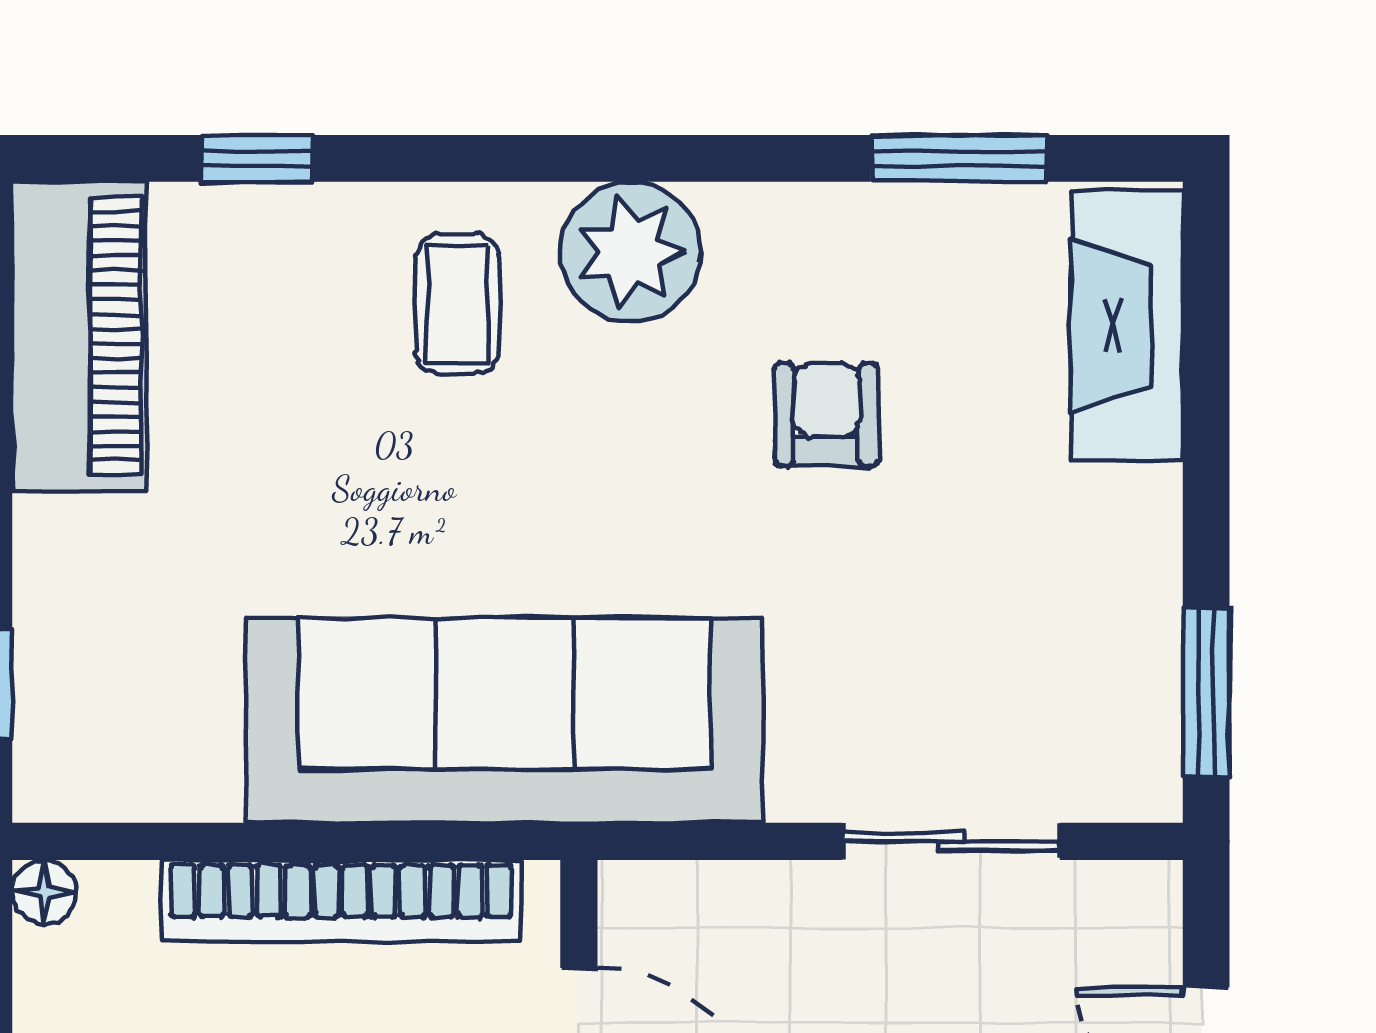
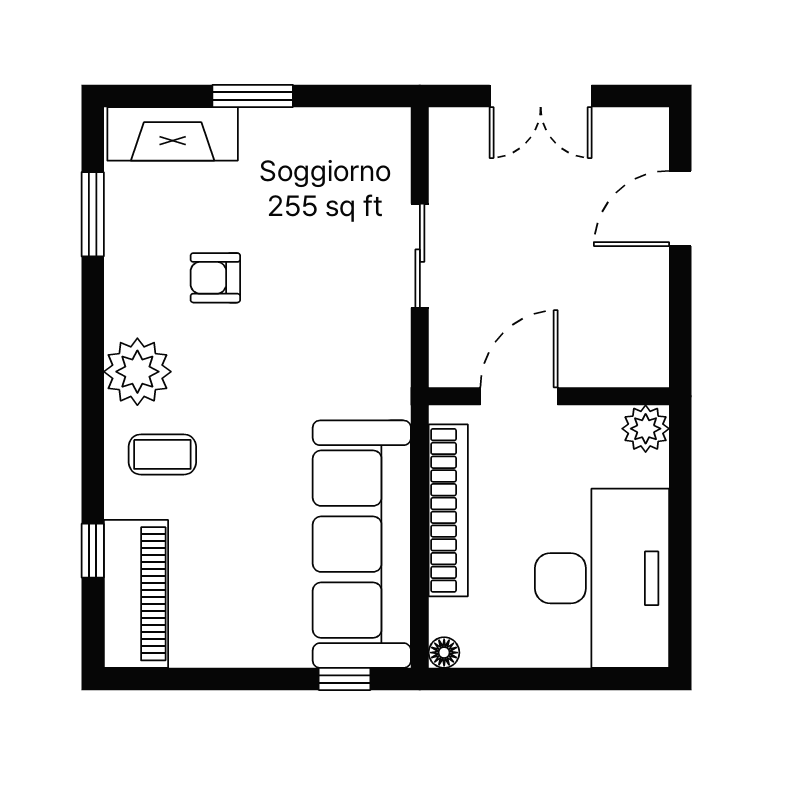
piano: (79, 336) -> (136, 594), moved, turned 90
window: (1206, 692) -> (253, 96), moved
sofa: (505, 720) -> (362, 544), moved
sliding door: (951, 841) -> (420, 256), moved

